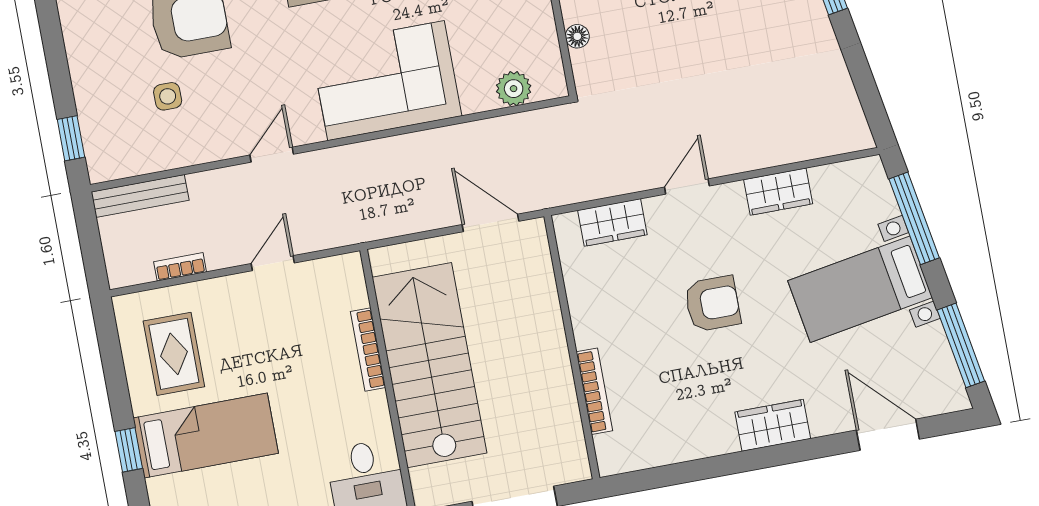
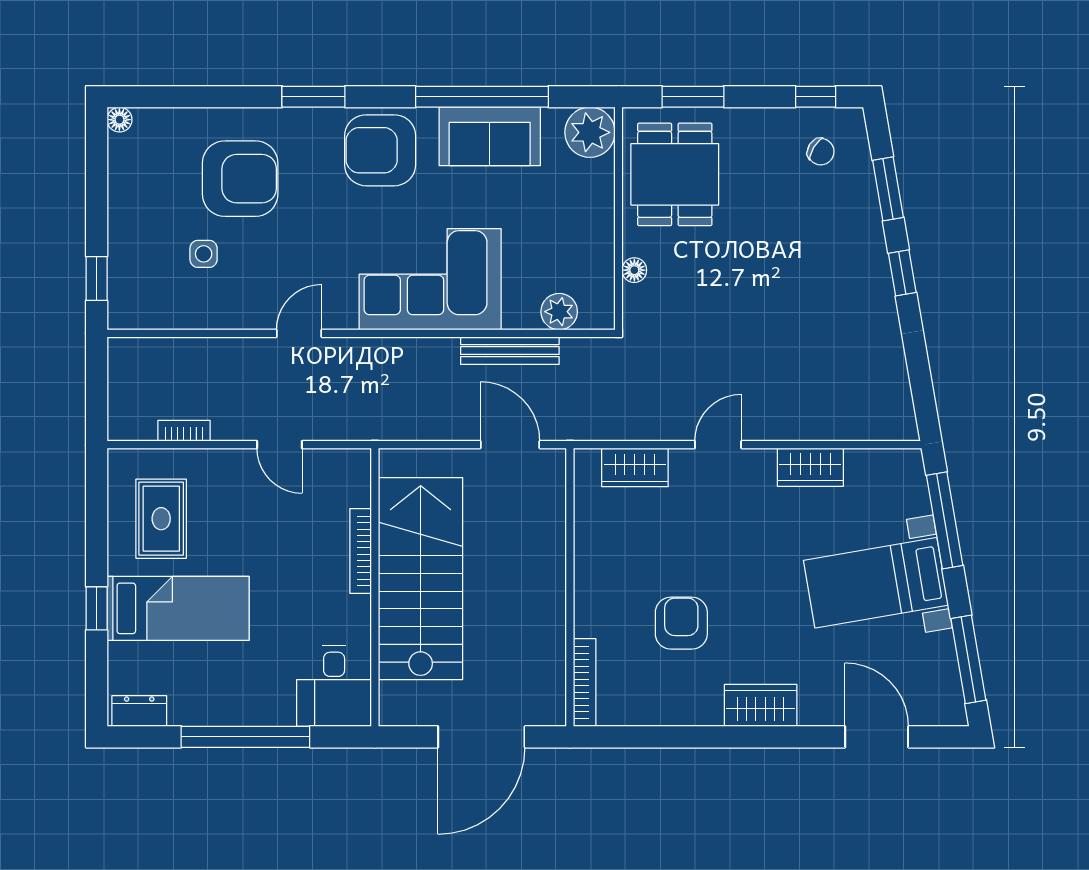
bench: (140, 196) -> (510, 351), moved
door: (273, 263) -> (279, 445), swing flipped
armchair: (712, 304) -> (681, 623), moved, turned -90
bookcase: (594, 391) -> (585, 683), moved

